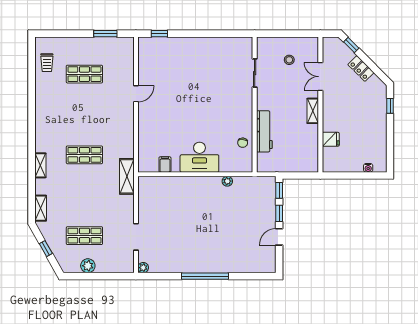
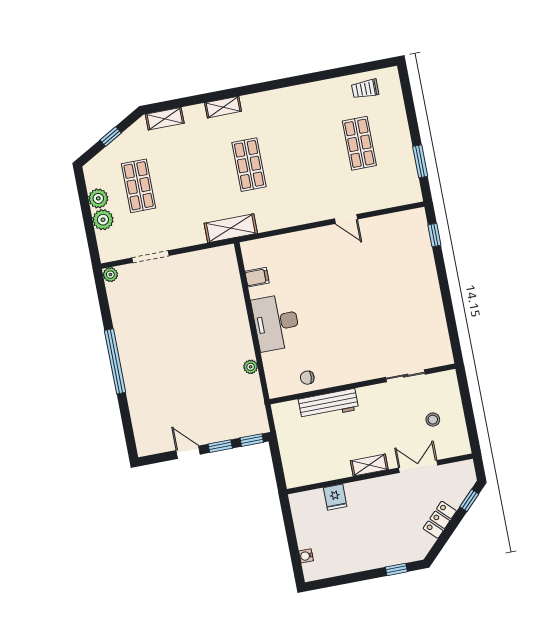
plant: (103, 265) -> (103, 220), added

